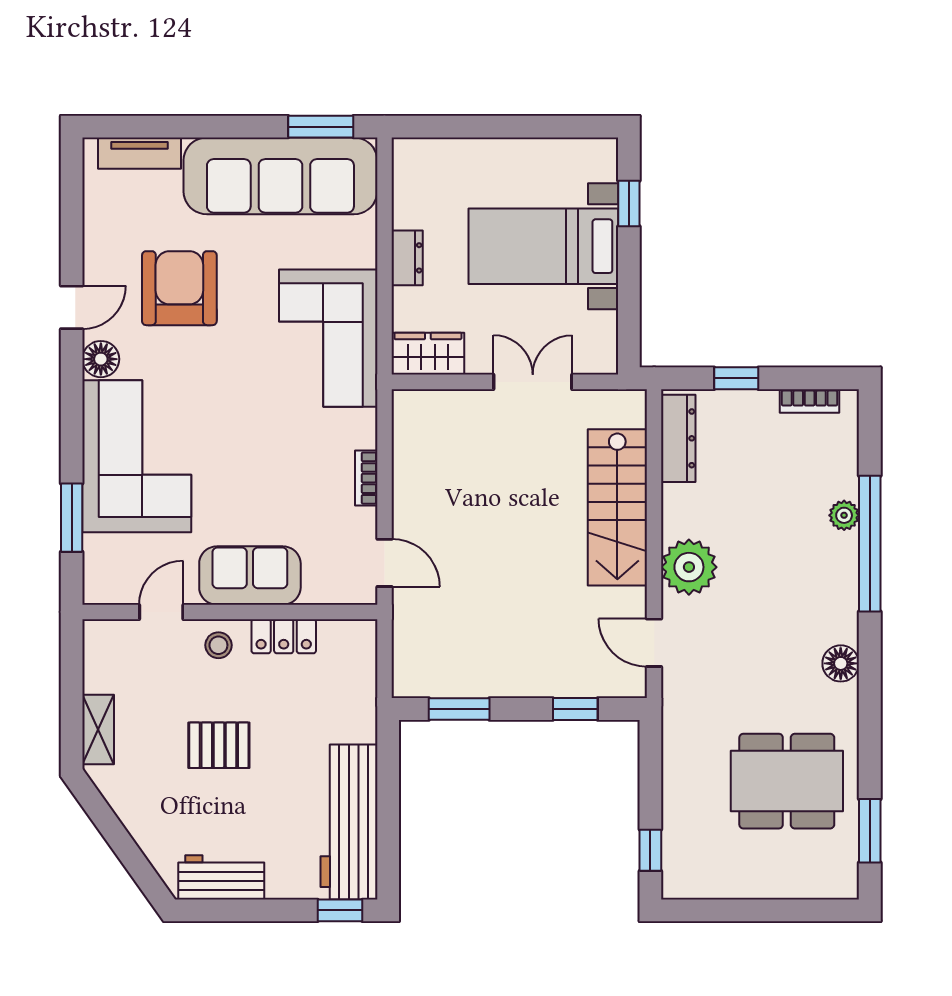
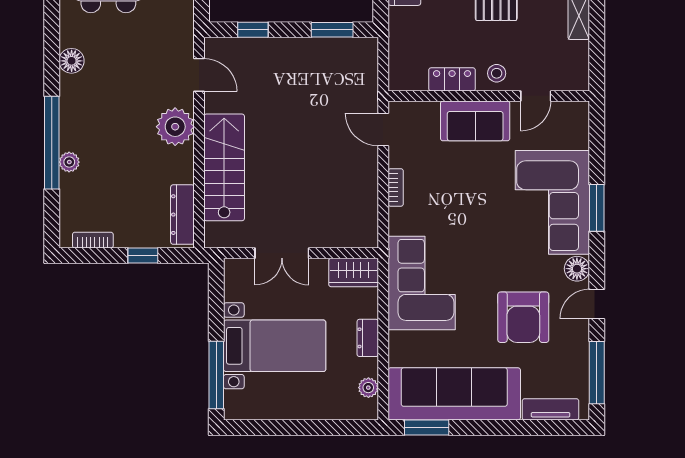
plant: (406, 185) -> (368, 388), added
window: (629, 204) -> (216, 375), width x2.17
window: (72, 207) -> (597, 373), added
window: (72, 518) -> (597, 208), moved

